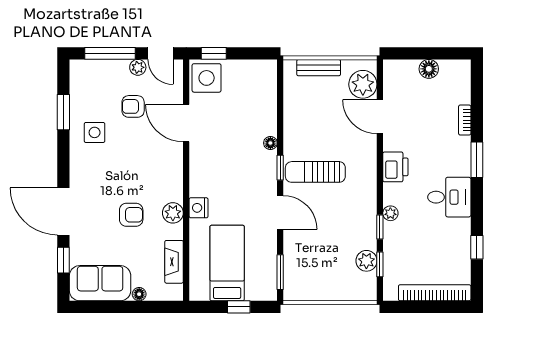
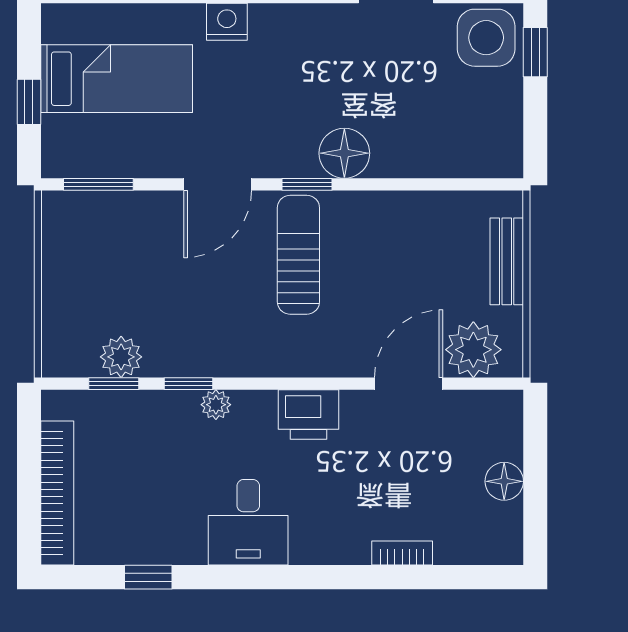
floor lamp: (270, 143) -> (344, 153), width x1.89, depth x1.89
window: (477, 160) -> (323, 577), removed

